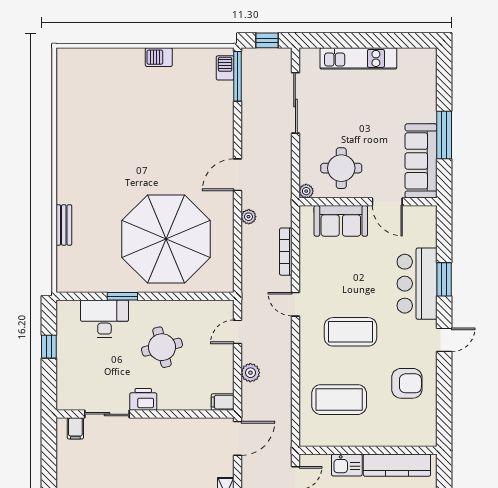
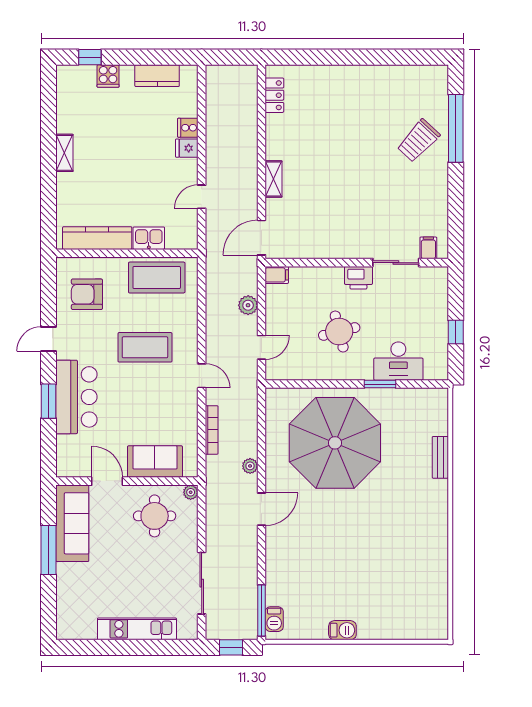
wall: (368, 450) -> (127, 253), moved
kitchen sink: (347, 465) -> (149, 238), moved
kitchen counter: (397, 465) -> (97, 238), moved

